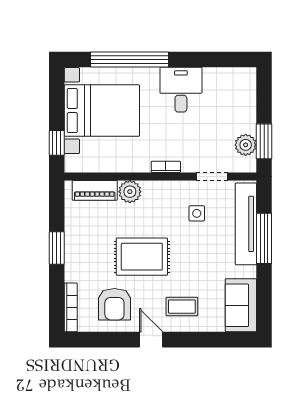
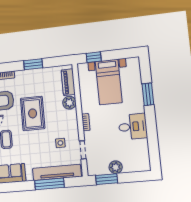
window: (129, 59) -> (148, 94), width x0.47
bed with nightstands: (102, 111) -> (109, 82), width x0.73
plant: (246, 145) -> (116, 167), moved

